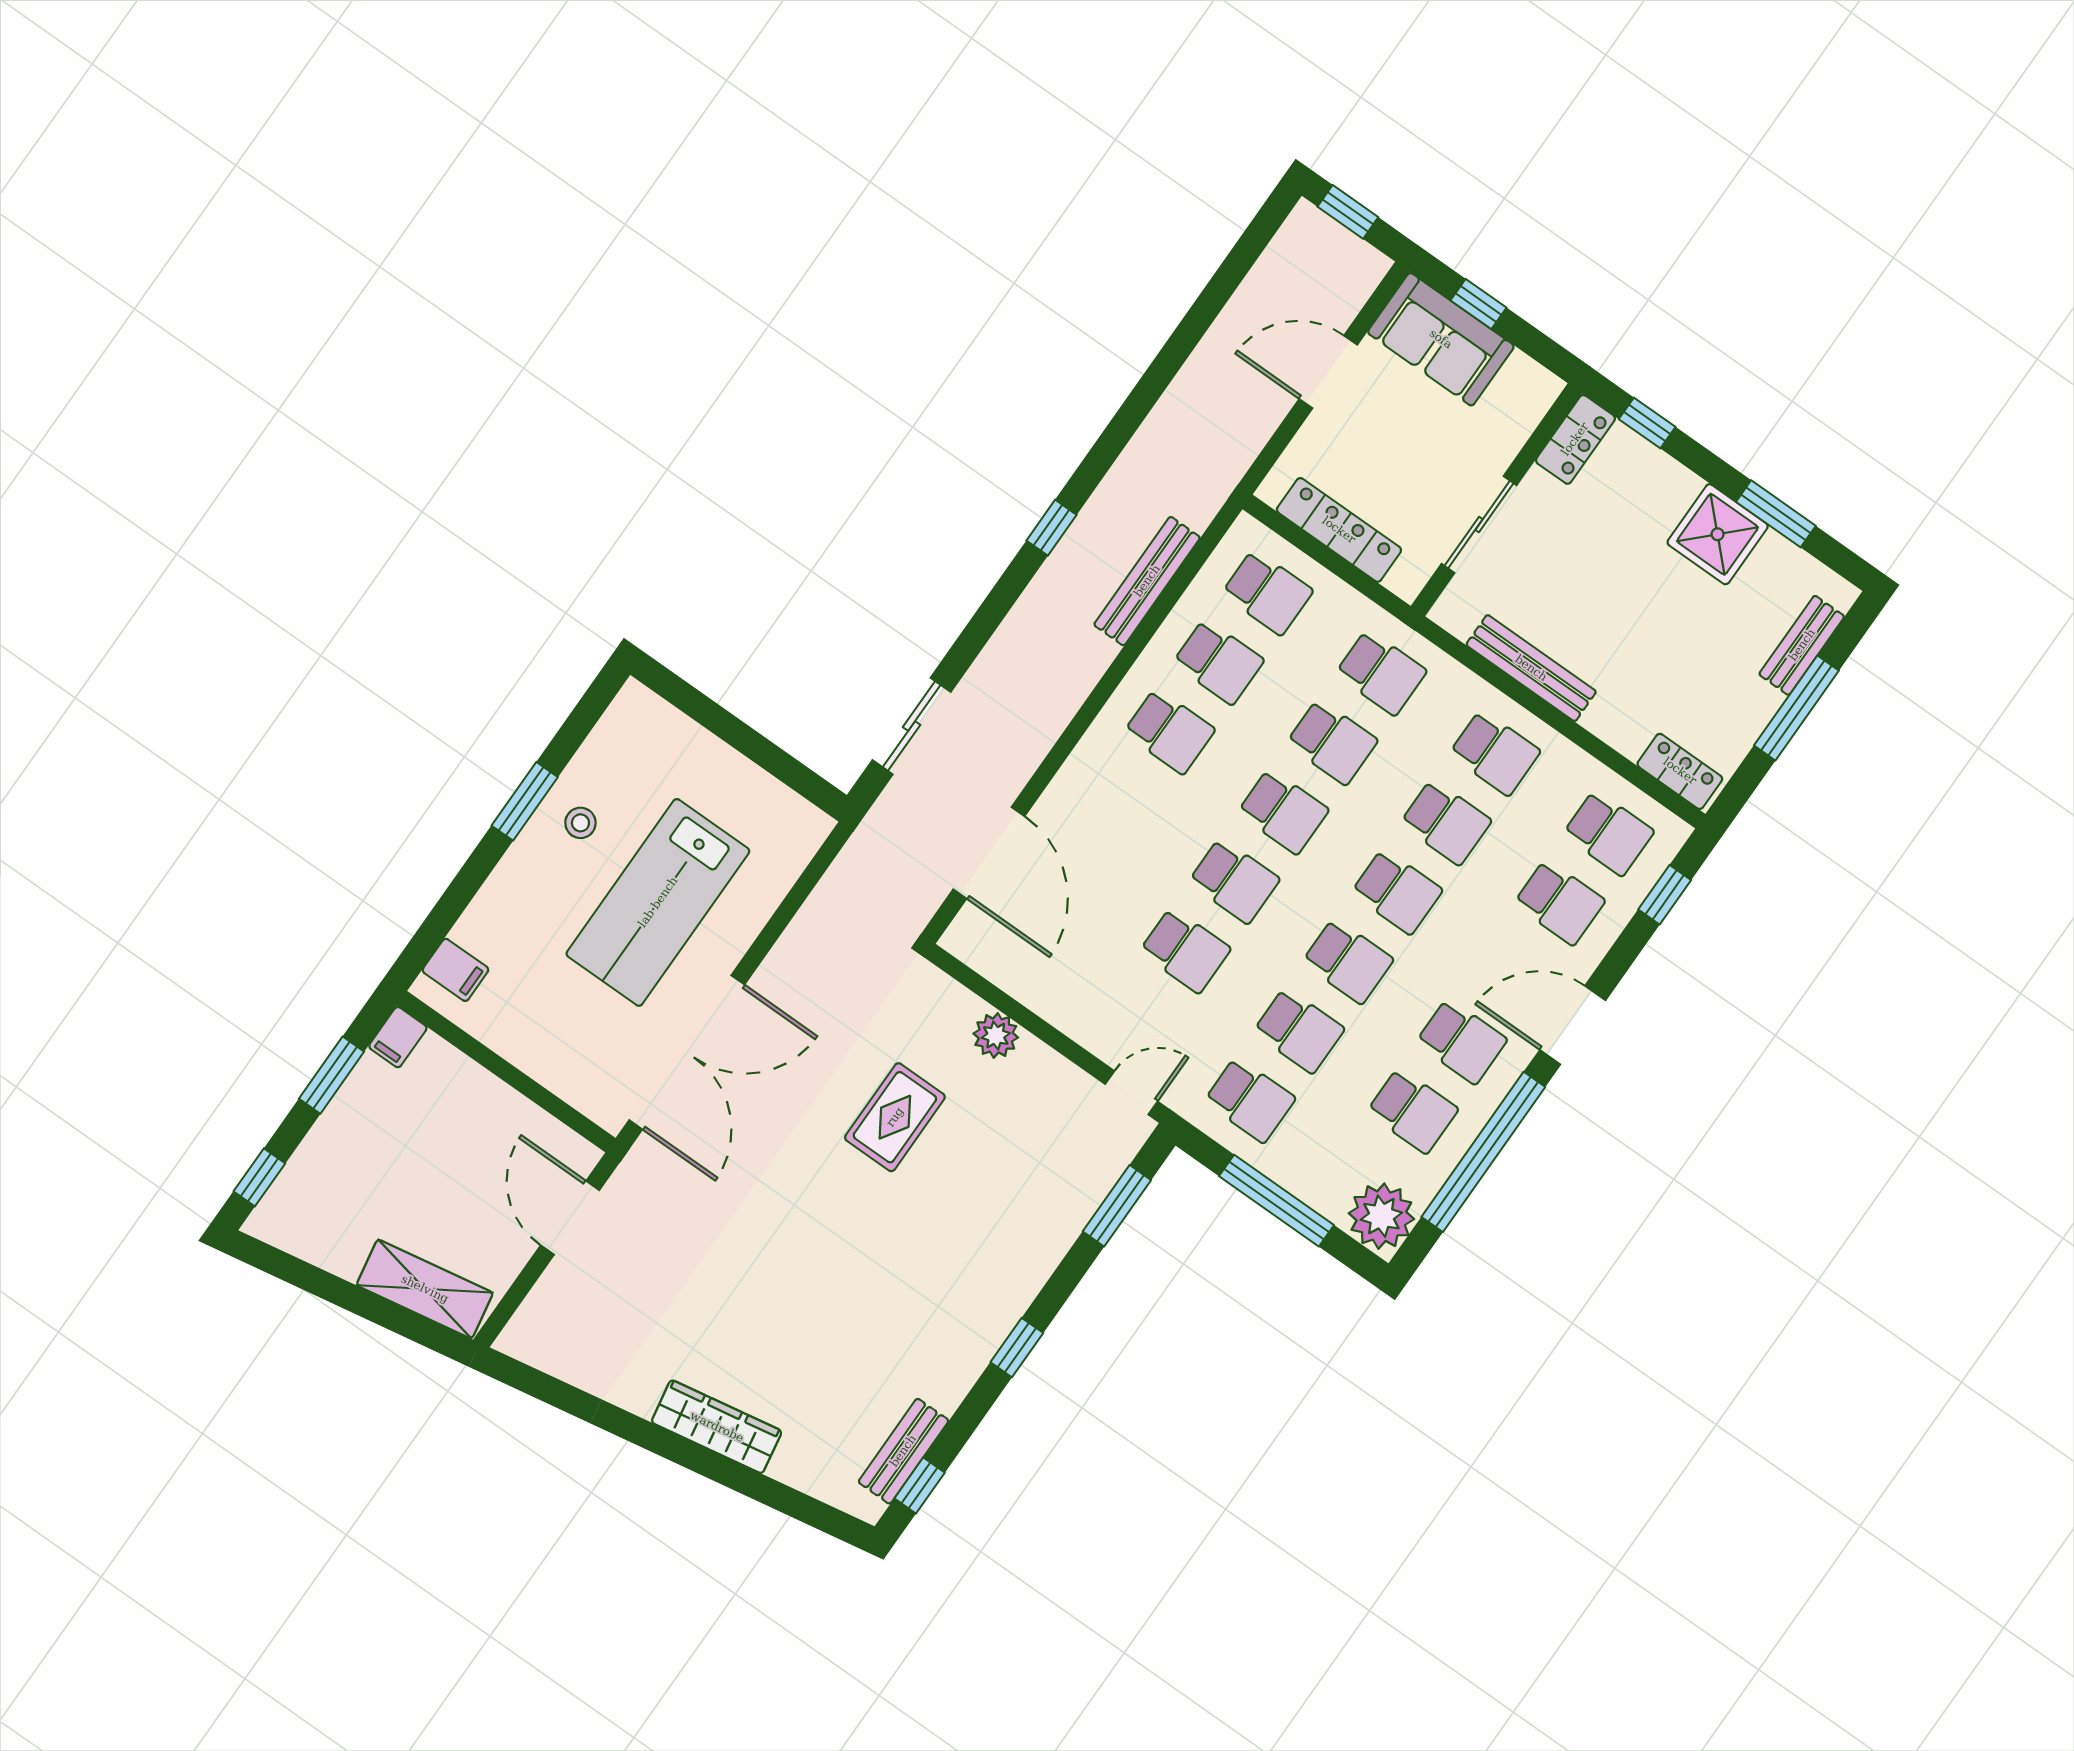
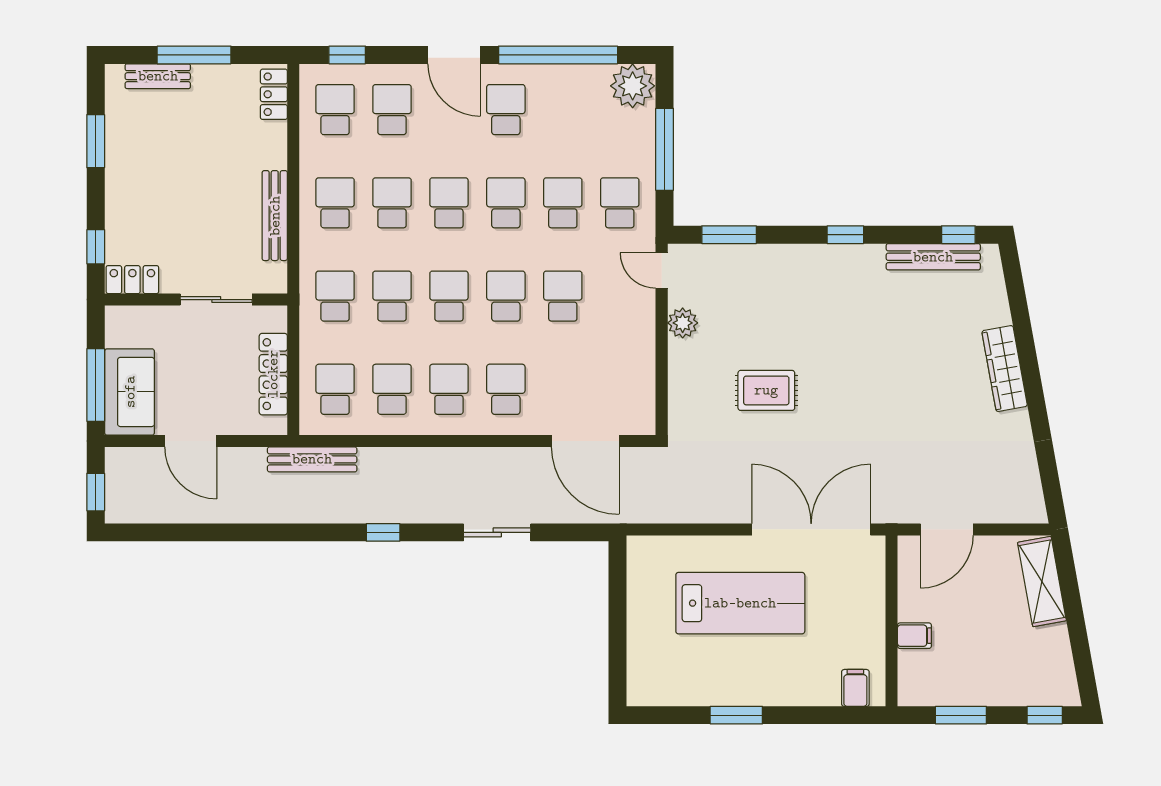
window: (1478, 304) -> (96, 385), width x2.17
shower: (1718, 534) -> (129, 165), removed
bench: (1147, 581) -> (312, 459), moved
sliding door: (912, 726) -> (497, 532), moved
stool: (580, 823) -> (727, 676), removed
door: (989, 853) -> (585, 441), swing flipped
plant: (996, 1036) -> (683, 323), moved
filing cabinet: (398, 1037) -> (914, 636), moved
school desk: (1412, 1111) -> (506, 389), moved
bench: (903, 1451) -> (933, 257), width x1.36

